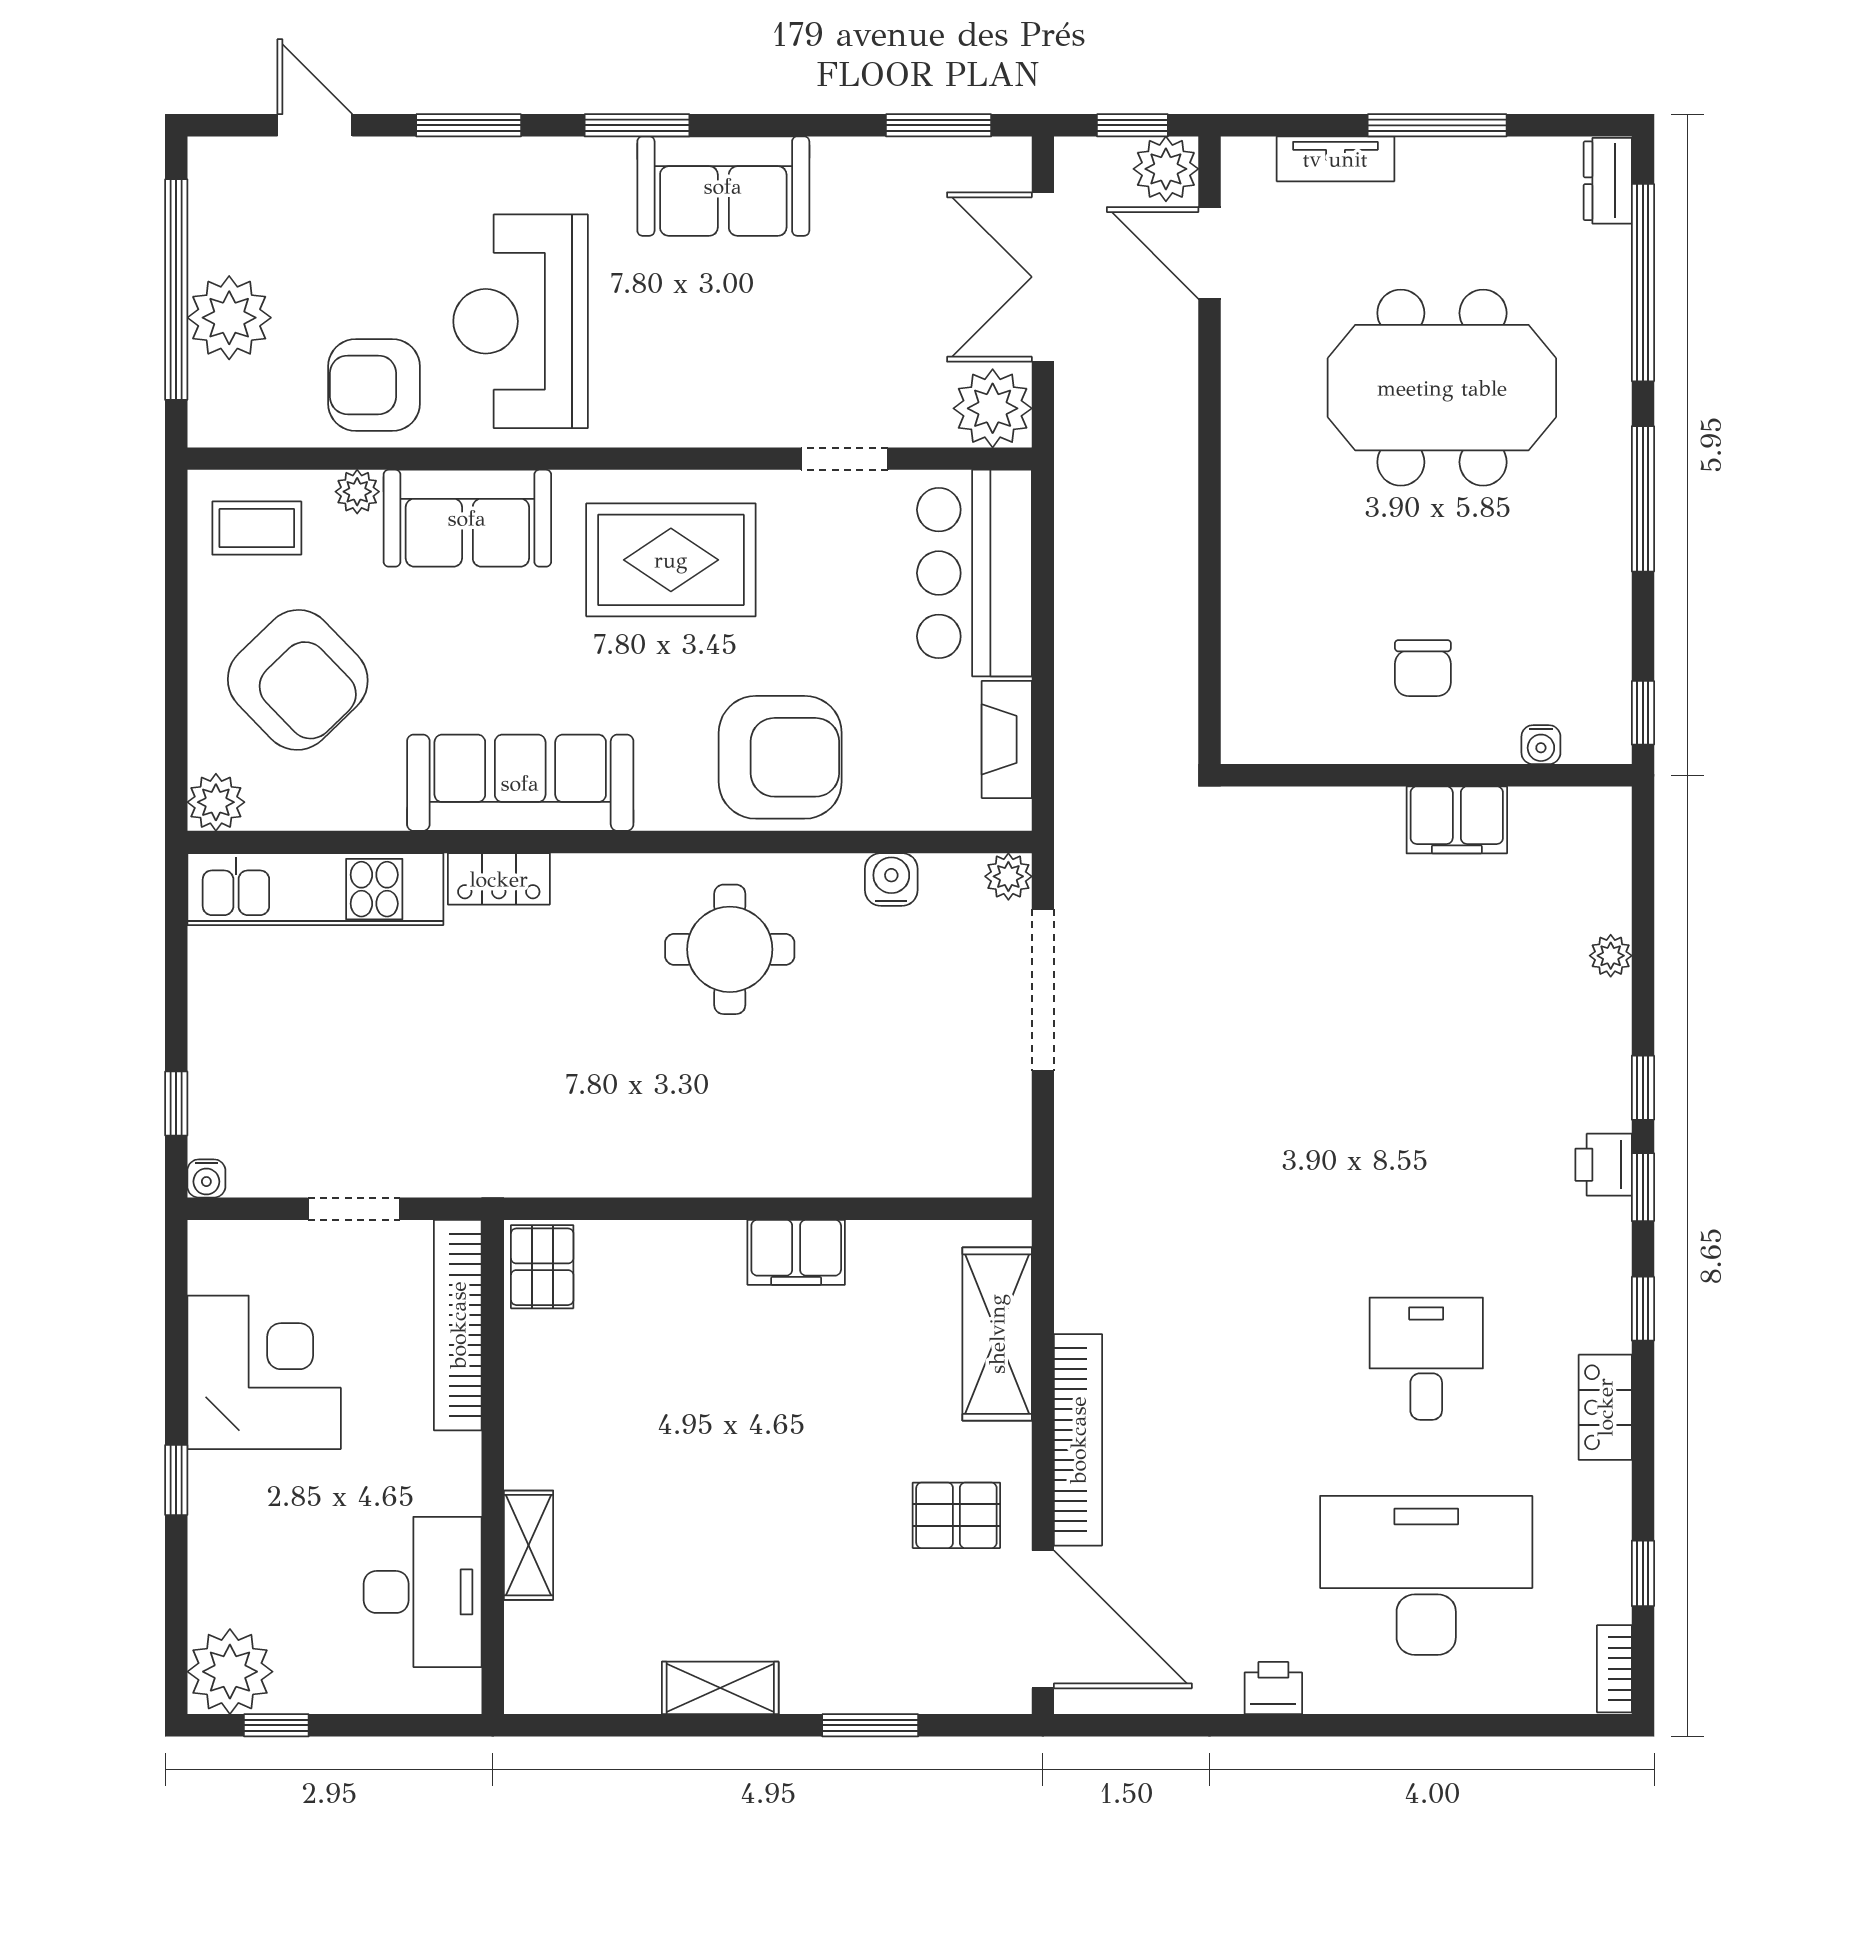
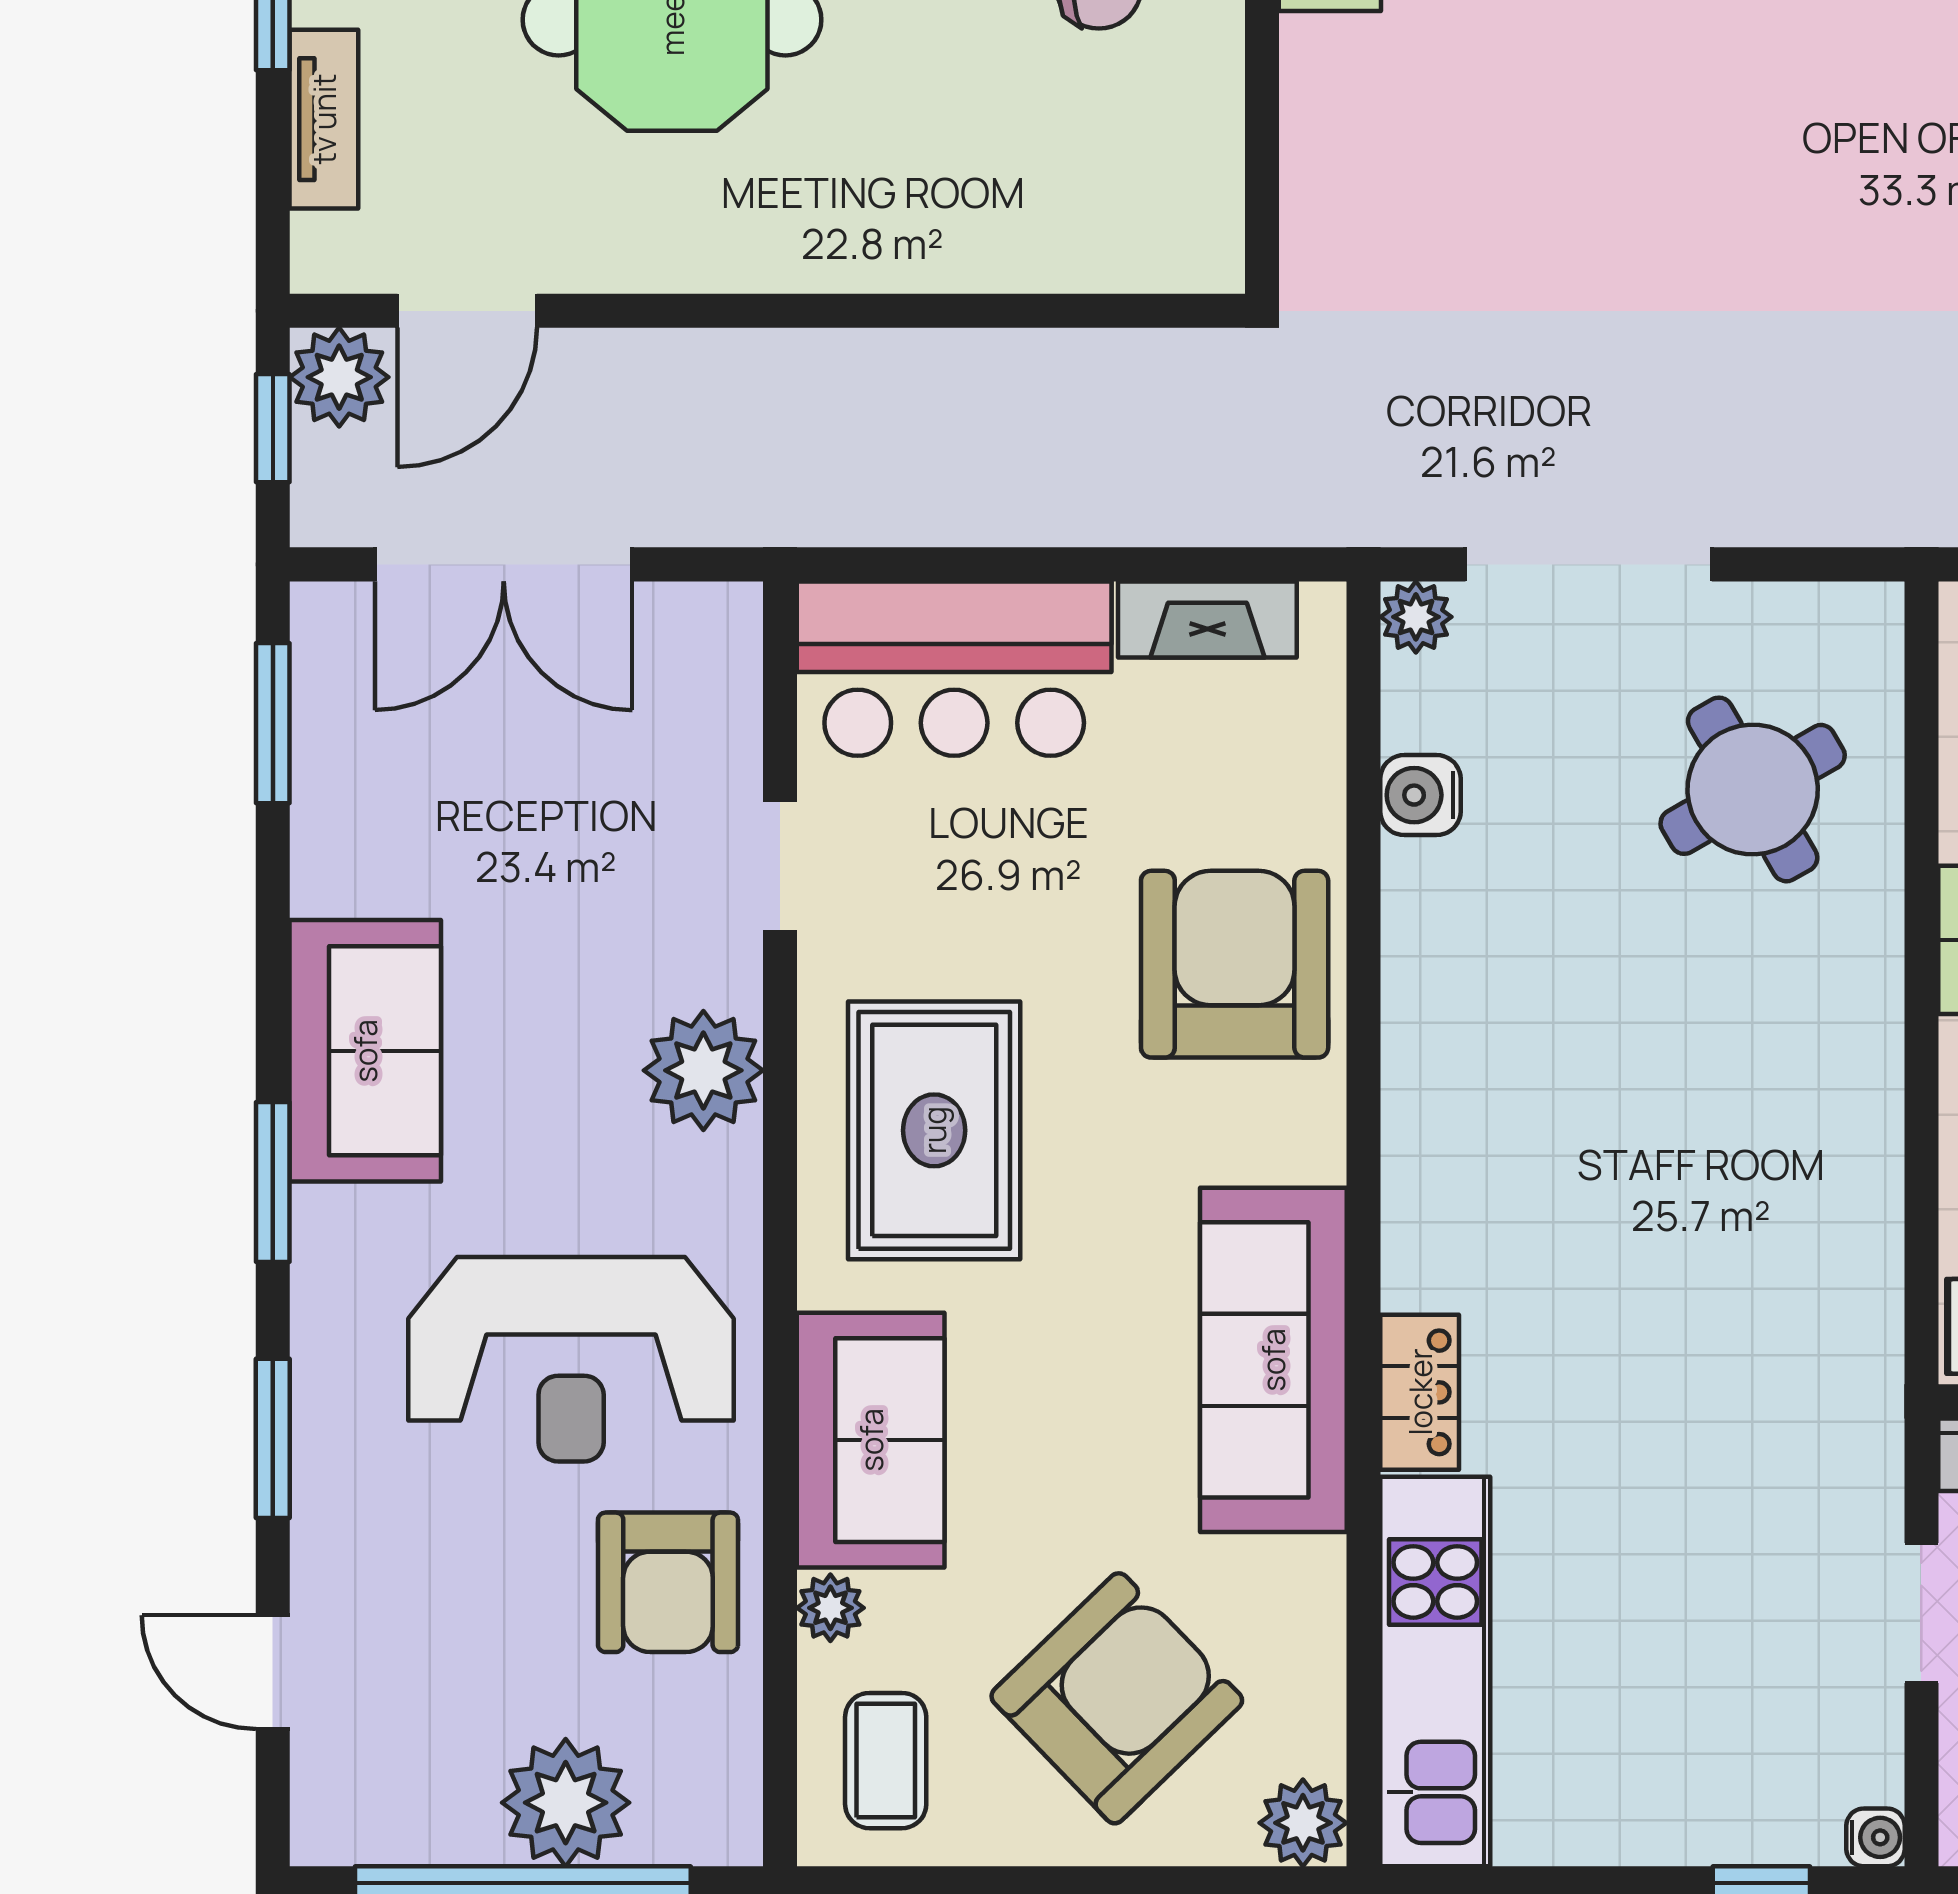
door: (315, 125) -> (273, 1672), hinge flipped
plant: (993, 408) -> (703, 1070), moved
round table: (730, 949) -> (1753, 789), moved, turned -30

